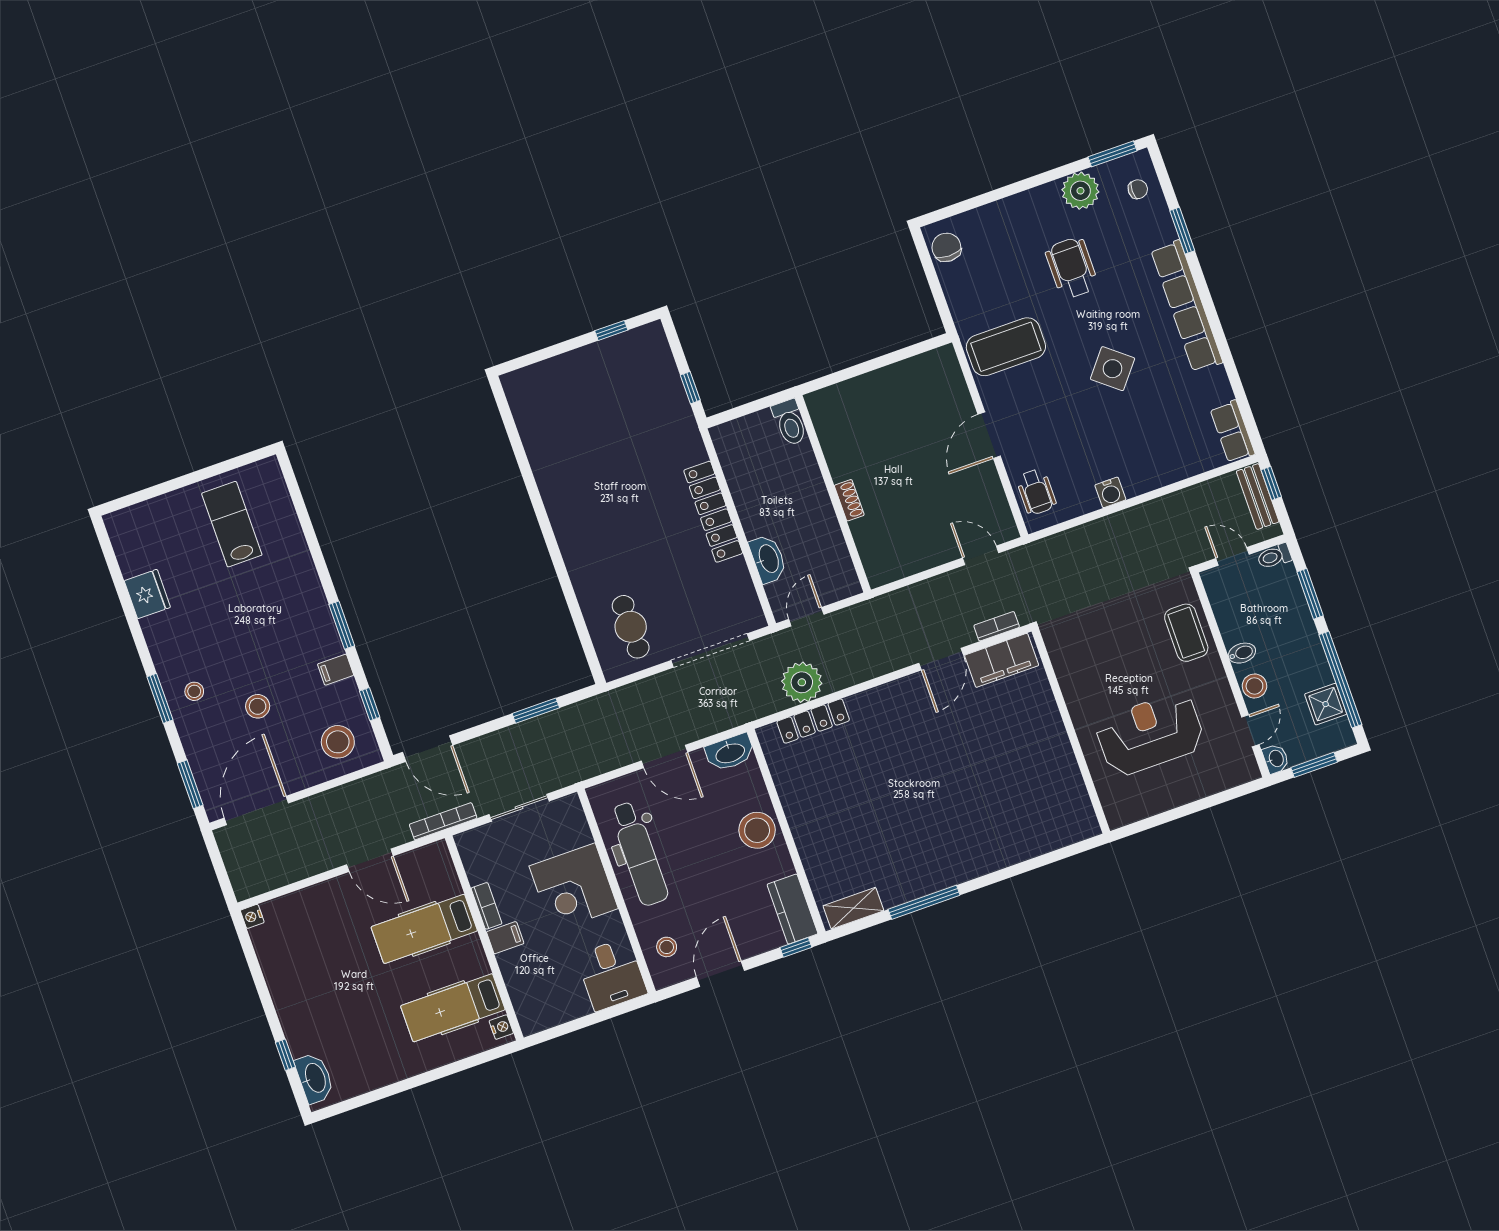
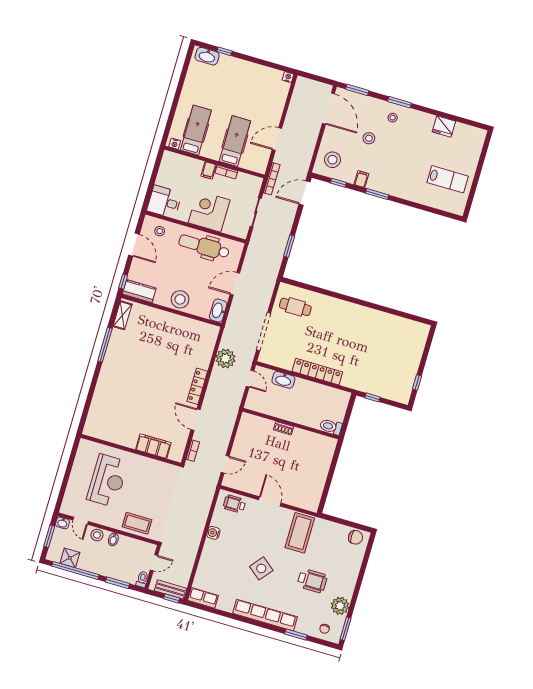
filing cabinet: (1002, 660) -> (153, 446), moved, turned 90
locker: (813, 721) -> (197, 386), moved

